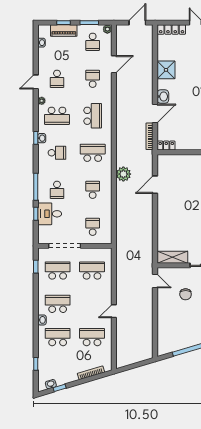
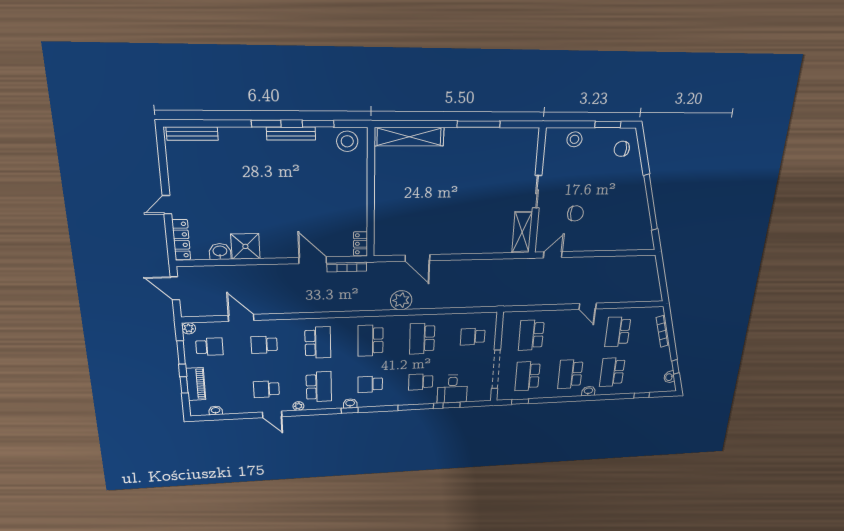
school desk: (57, 79) -> (266, 389), turned 180
washbasin: (163, 97) -> (220, 251), moved
school desk: (93, 116) -> (318, 343), turned 90
school desk: (57, 153) -> (370, 384), turned -90
school desk: (57, 190) -> (421, 382), turned 180
school desk: (93, 190) -> (422, 339), width x1.85

